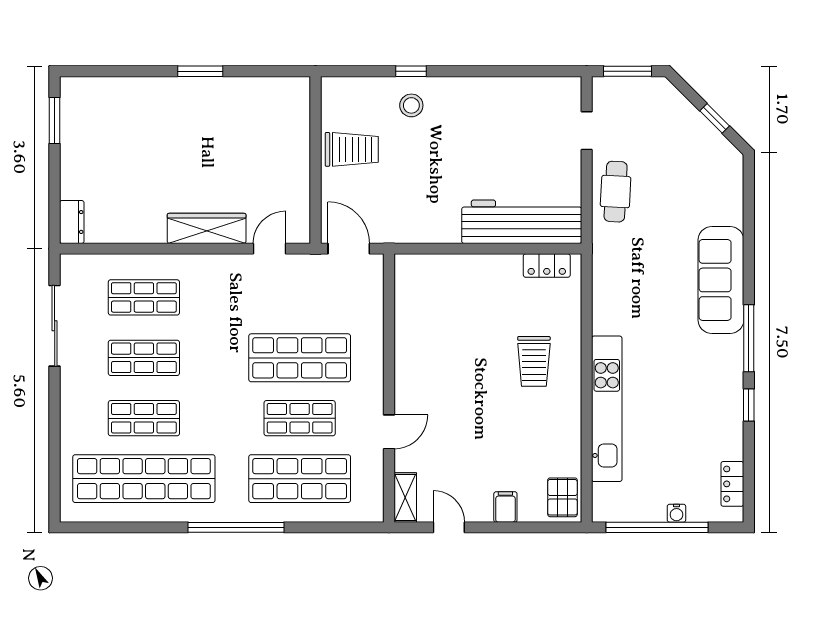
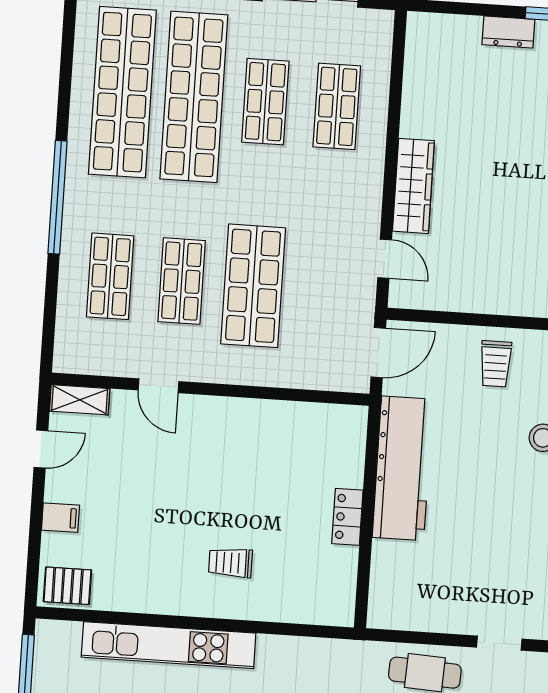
trolley: (352, 149) -> (496, 364), width x0.73, depth x0.72
dresser: (72, 222) -> (508, 32), moved
workbench: (522, 222) -> (403, 468), moved
locker: (547, 266) -> (347, 517), moved
trolley: (534, 361) -> (230, 563), width x0.73, depth x0.72
shop shelf: (144, 418) -> (194, 97), width x2.00, depth x1.36
shop shelf: (300, 479) -> (110, 276), width x0.70, depth x0.74

